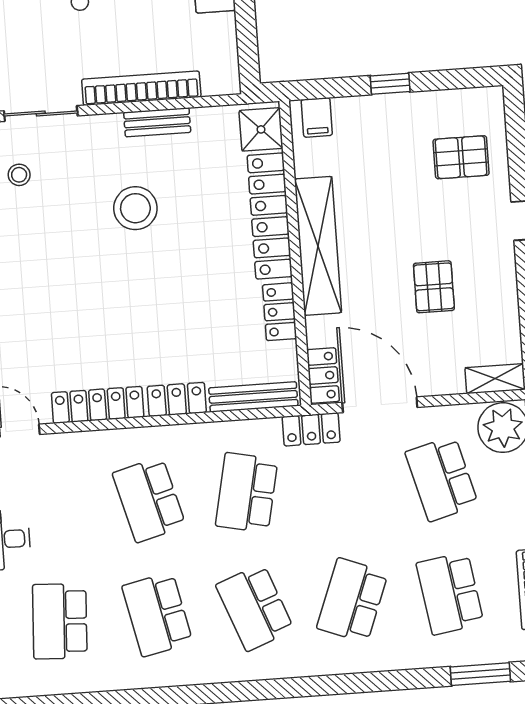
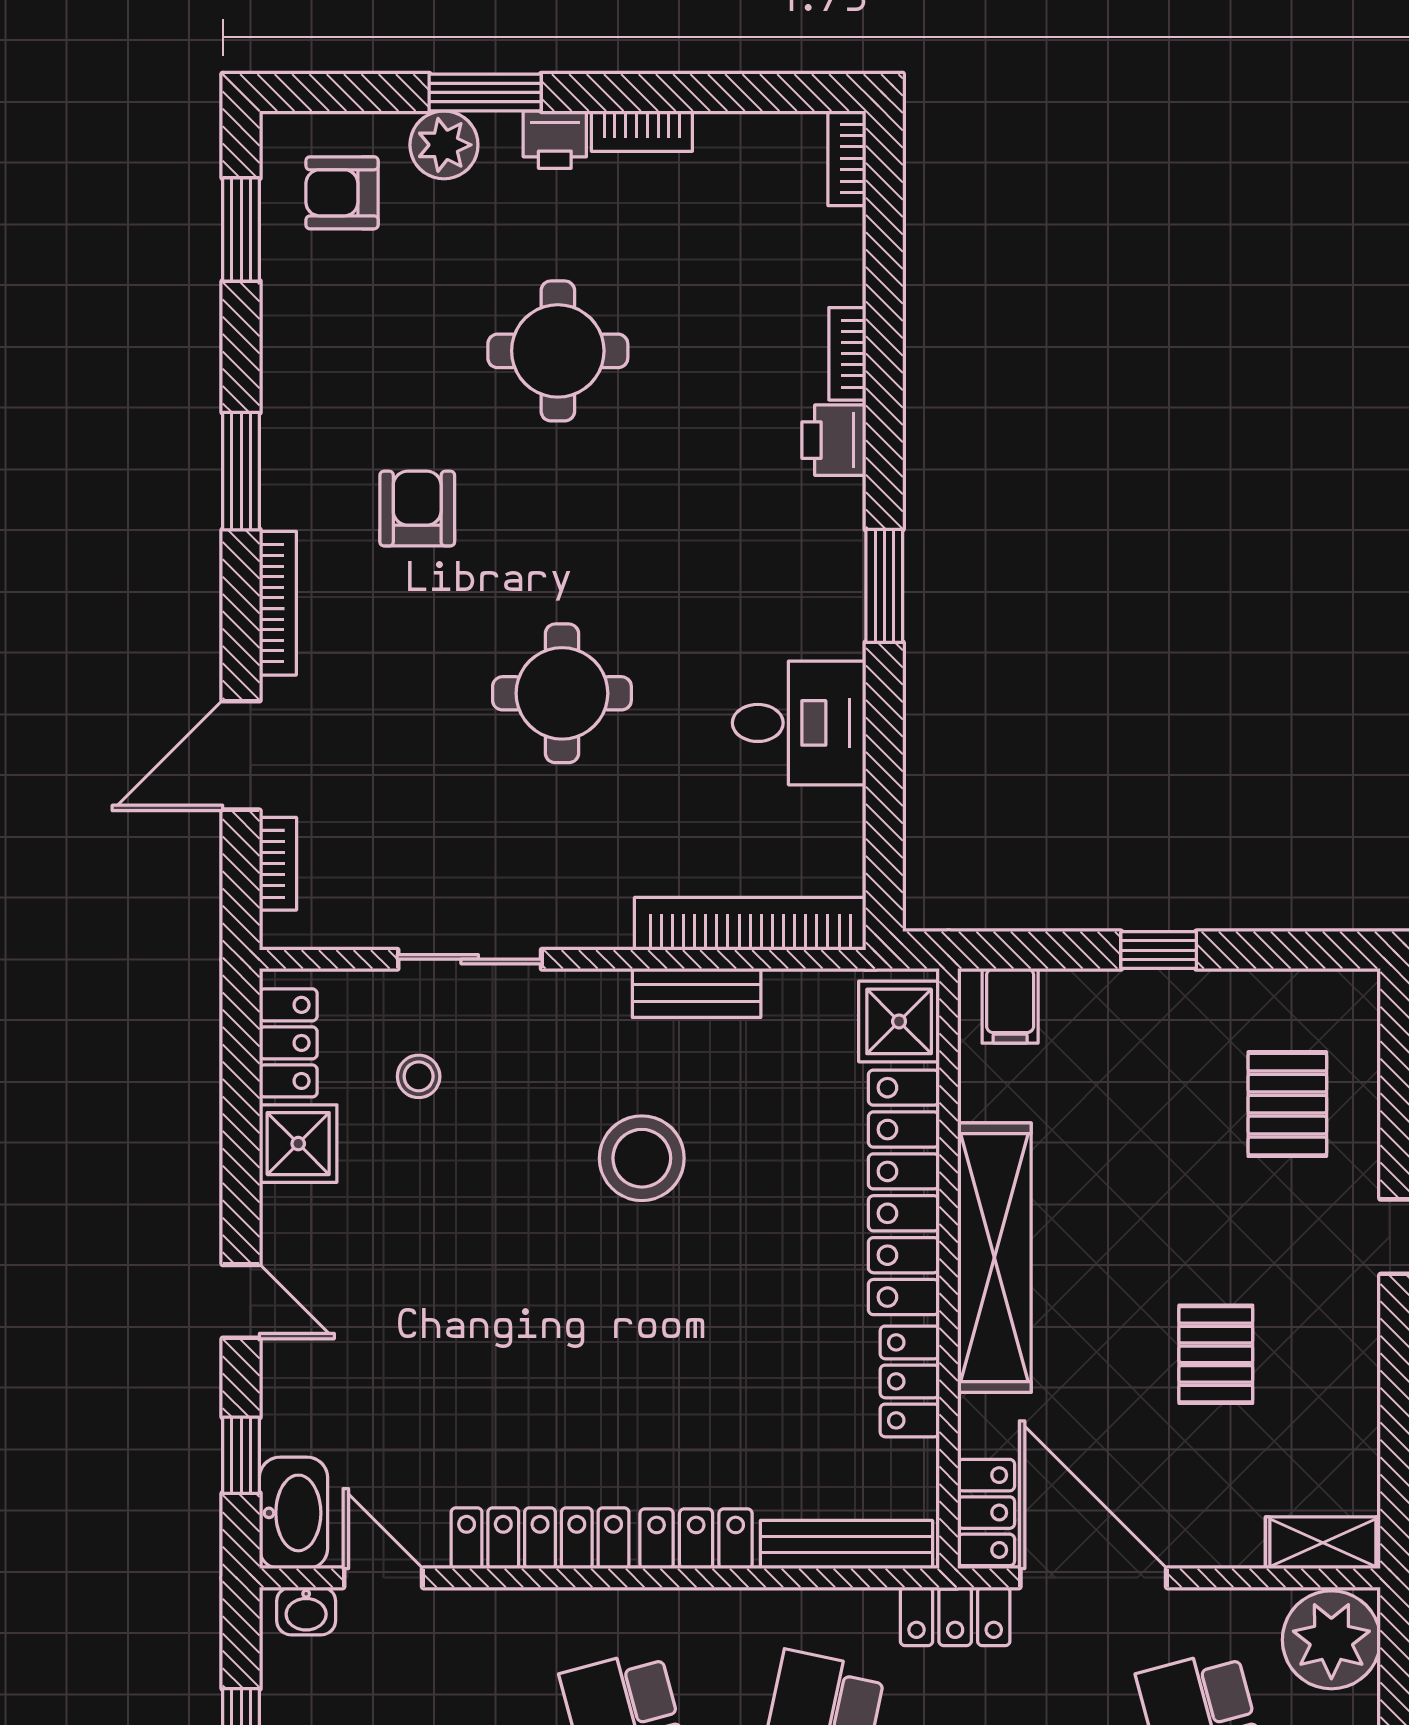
bookcase: (141, 88) -> (750, 924), moved
pallet: (461, 157) -> (1287, 1104), turned 90

